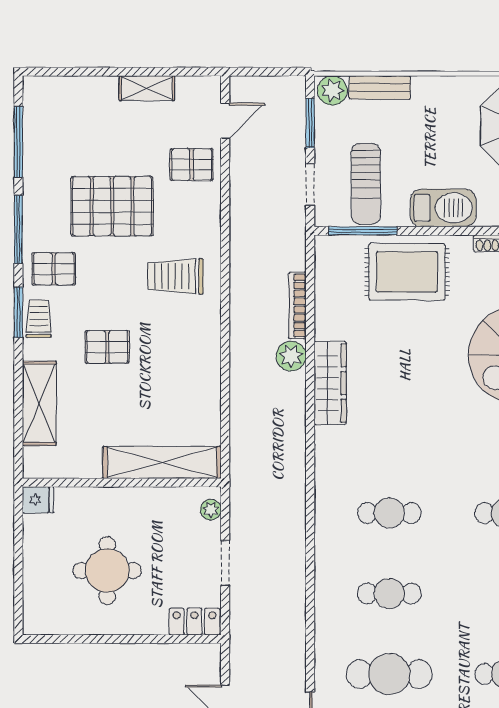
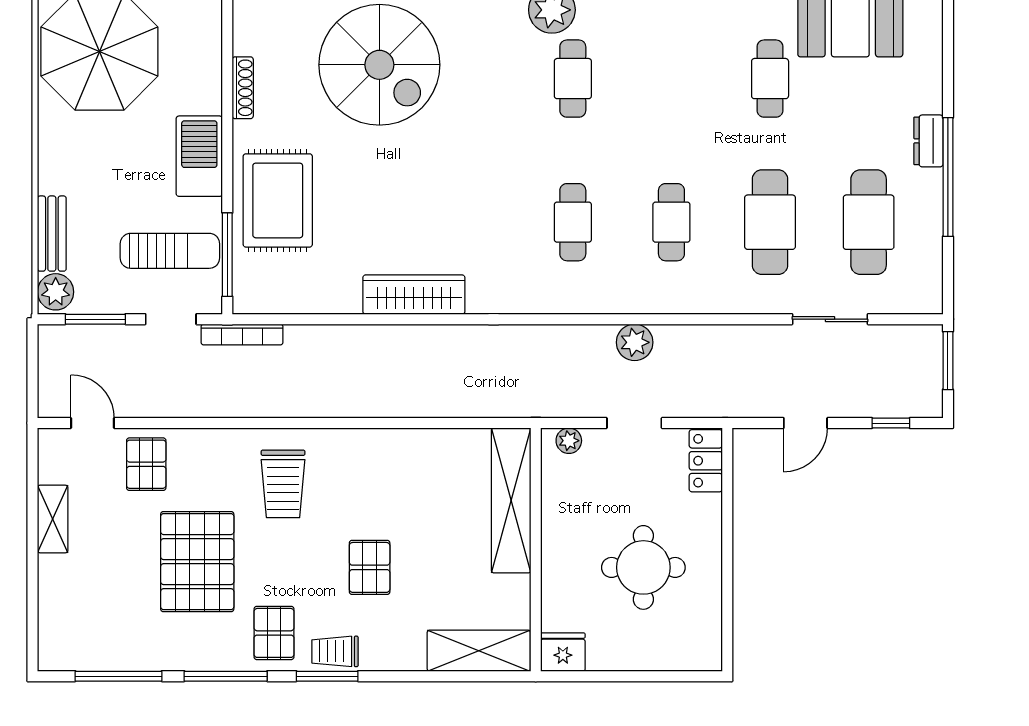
bookcase: (298, 306) -> (242, 334), moved
plant: (291, 356) -> (635, 342), moved
shelving: (39, 403) -> (479, 651), moved
fridge: (38, 500) -> (563, 652), width x1.38

